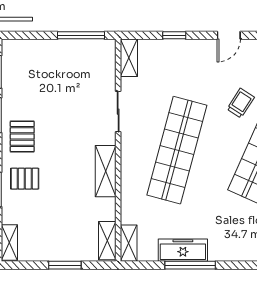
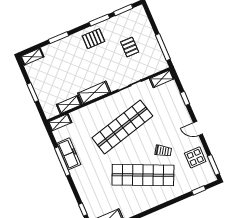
shop shelf: (177, 150) -> (122, 127), turned -30
pallet: (25, 179) -> (130, 47), moved
shelving: (107, 241) -> (69, 105), moved

